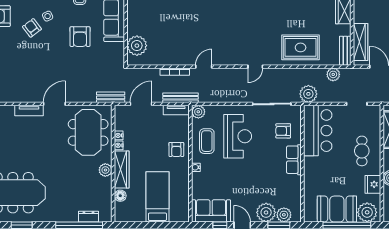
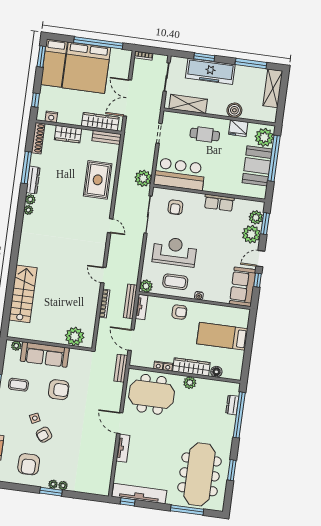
plant: (333, 74) -> (128, 152), removed
row of seats: (294, 160) -> (219, 203), moved

